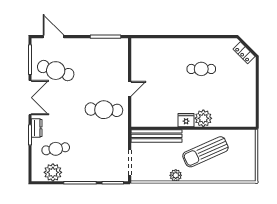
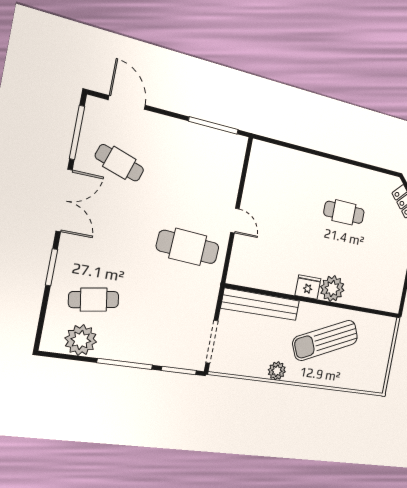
cafe table: (56, 71) -> (119, 163), width x0.73, depth x0.74
door: (130, 89) -> (235, 221), hinge flipped
dresser: (37, 128) -> (66, 257), removed

